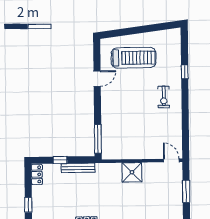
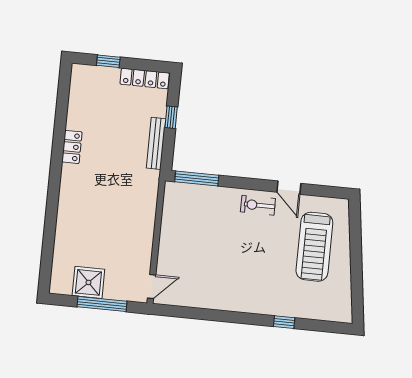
exercise bike: (164, 97) -> (258, 205), moved
shower: (132, 172) -> (88, 282), moved
locker: (37, 174) -> (145, 79), width x1.53
window: (186, 191) -> (102, 304), width x1.44

